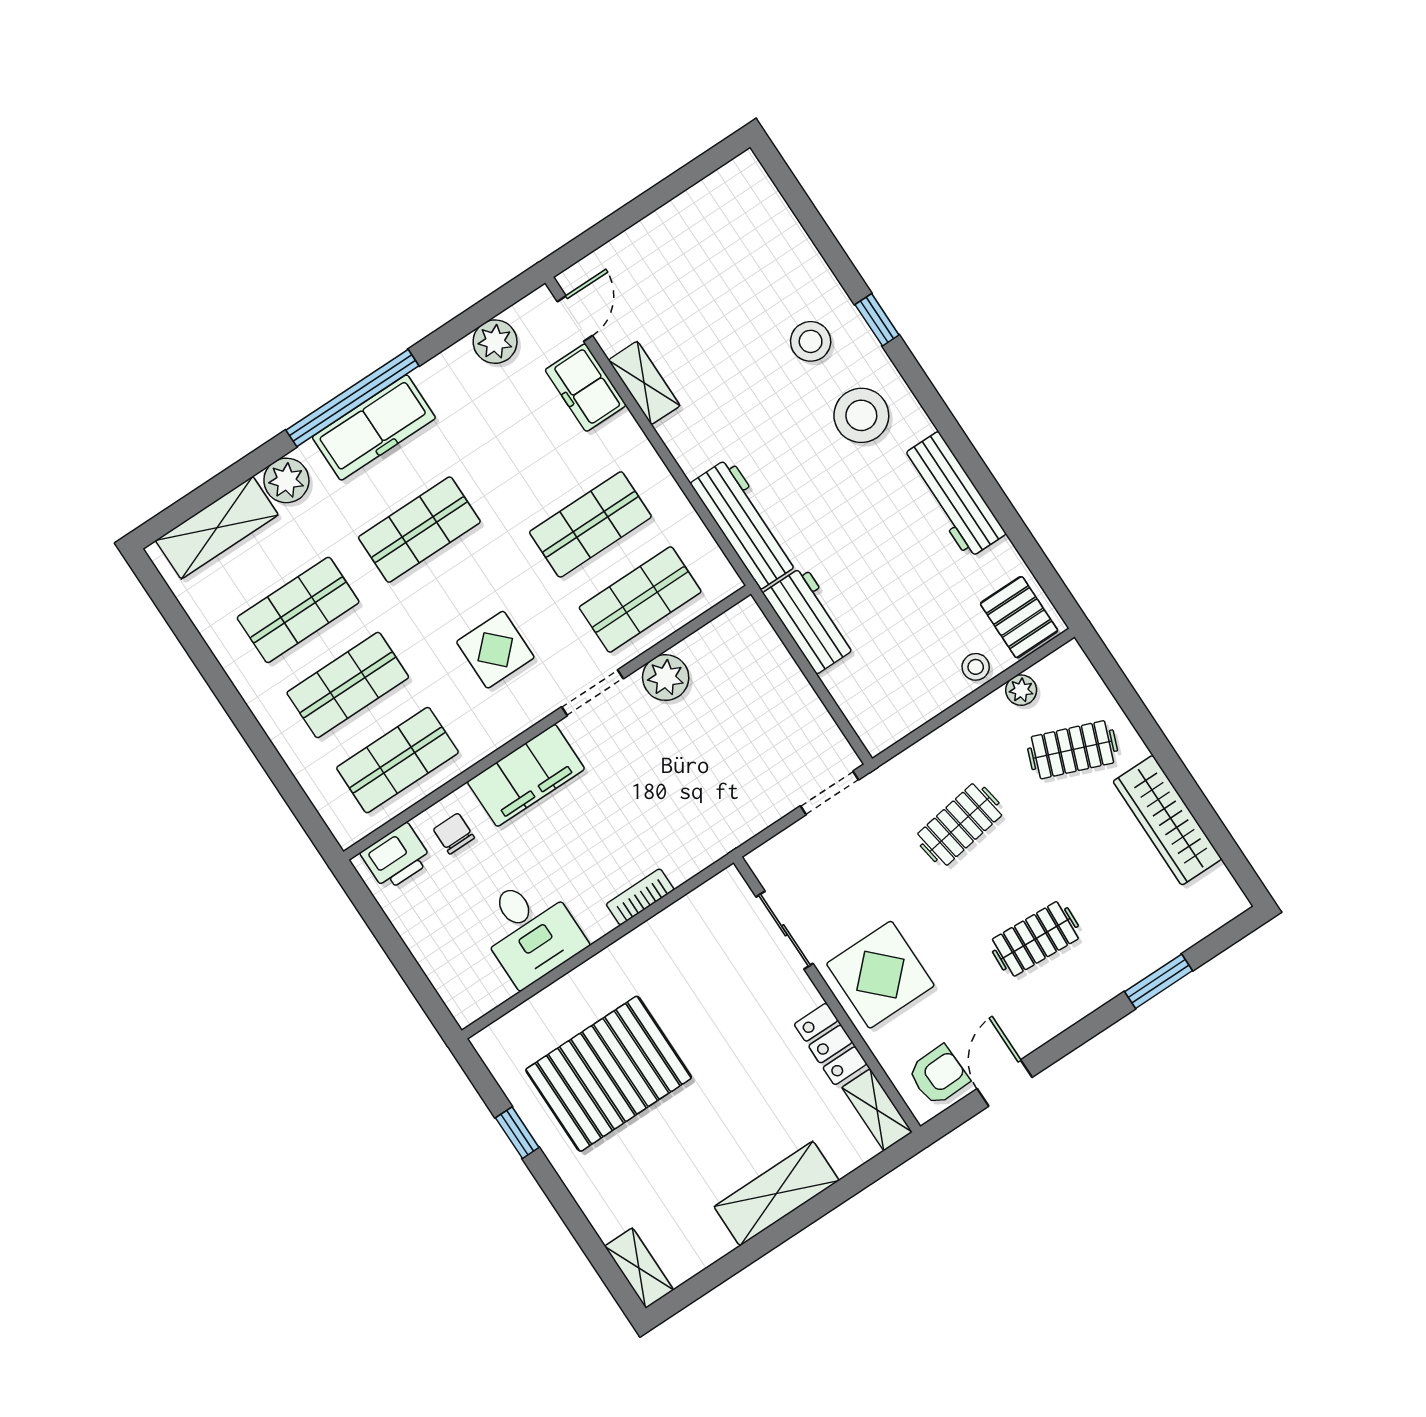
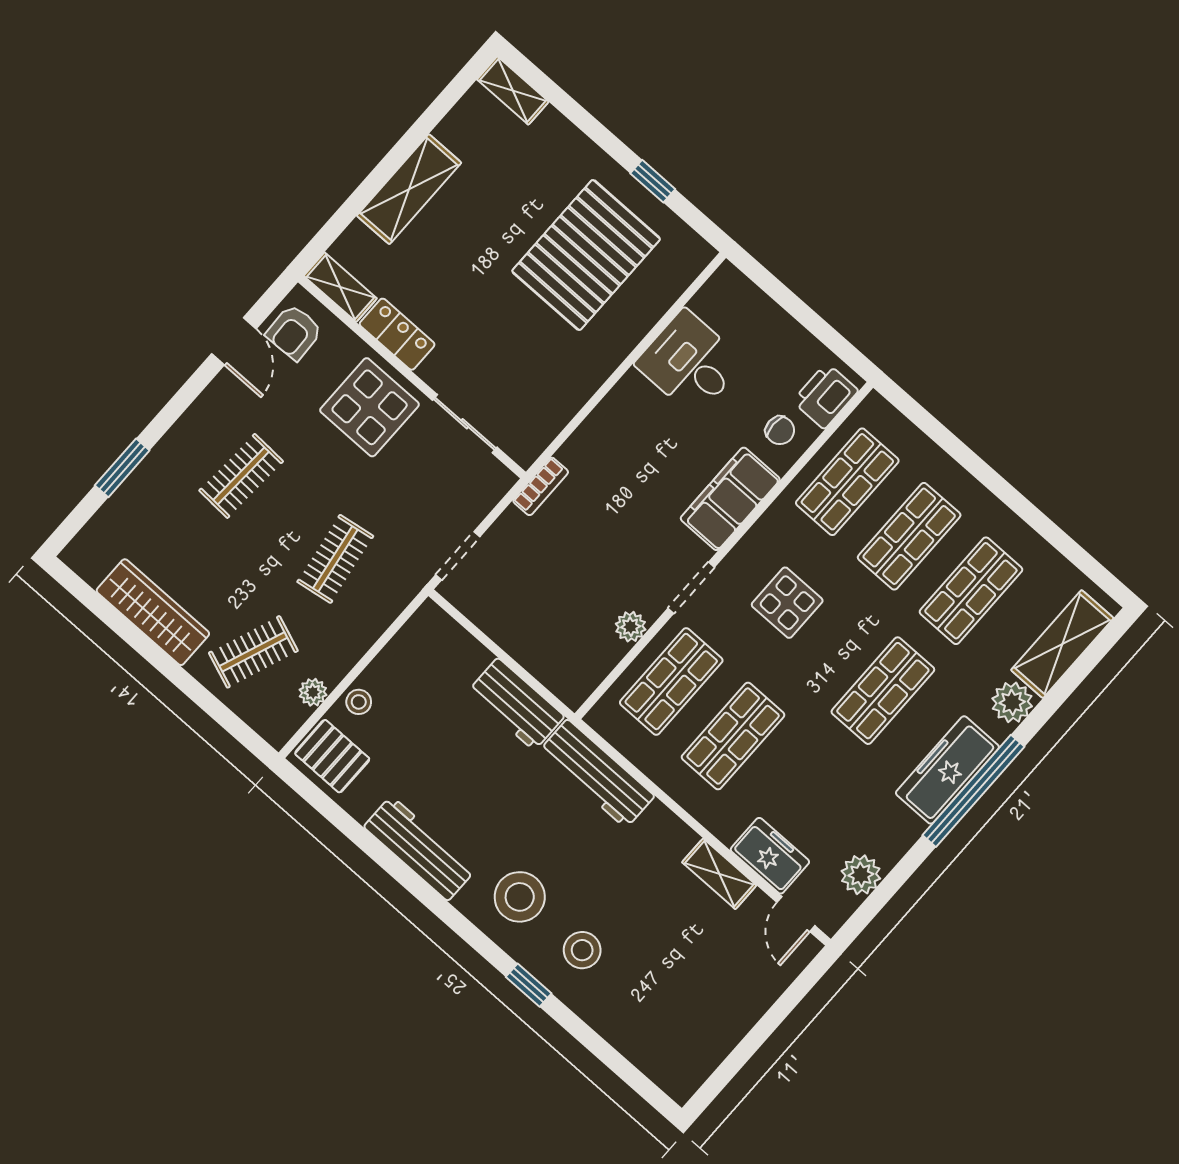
plant: (666, 678) -> (631, 627), width x0.73, depth x0.73
bookcase: (640, 897) -> (541, 486), moved

